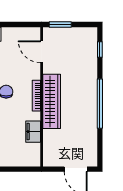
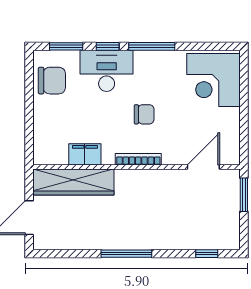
wardrobe: (52, 101) -> (73, 182), moved
window: (100, 104) -> (126, 254), width x0.68

